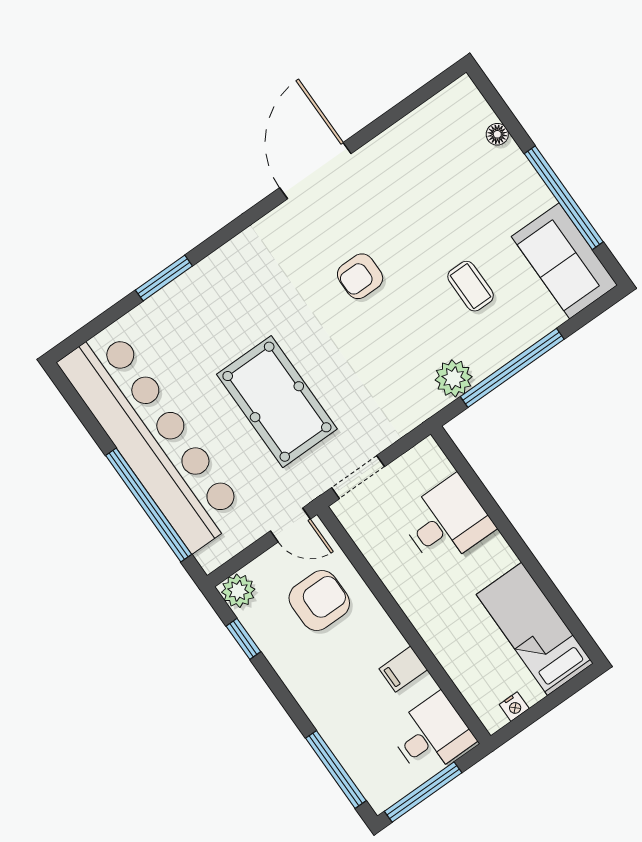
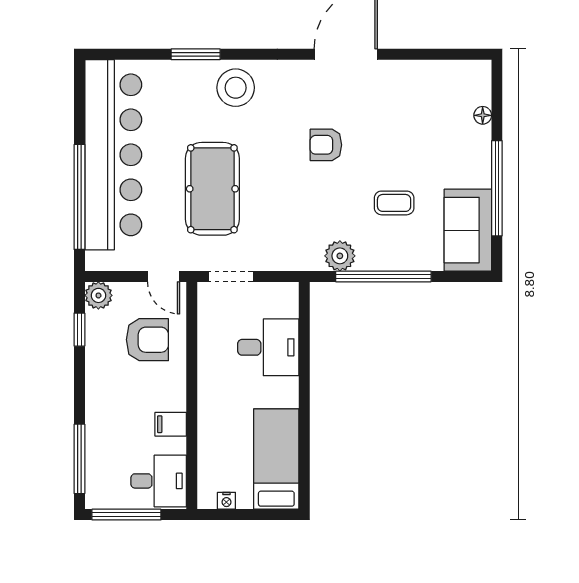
stool: (228, 283) -> (236, 88), added
coffee table: (471, 286) -> (394, 203), turned 90

